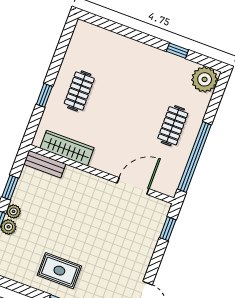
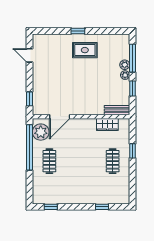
window: (120, 29) -> (102, 207), added
window: (177, 51) -> (51, 207), moved
plant: (205, 79) -> (41, 132), moved
wardrobe: (67, 148) -> (107, 125), width x0.67

